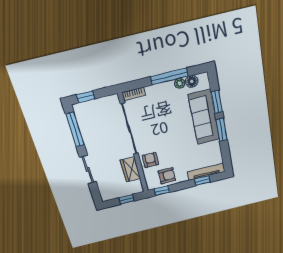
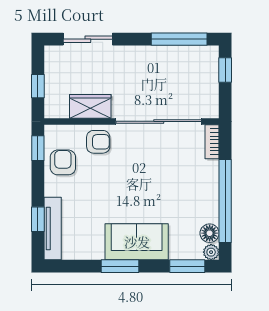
window: (169, 76) -> (225, 201), width x1.46
plant: (180, 83) -> (211, 252), moved
window: (217, 102) -> (187, 266), moved
sofa: (204, 117) -> (137, 242), width x0.73
sliding door: (88, 170) -> (88, 39), moved
armchair: (167, 176) -> (63, 162), turned 180

